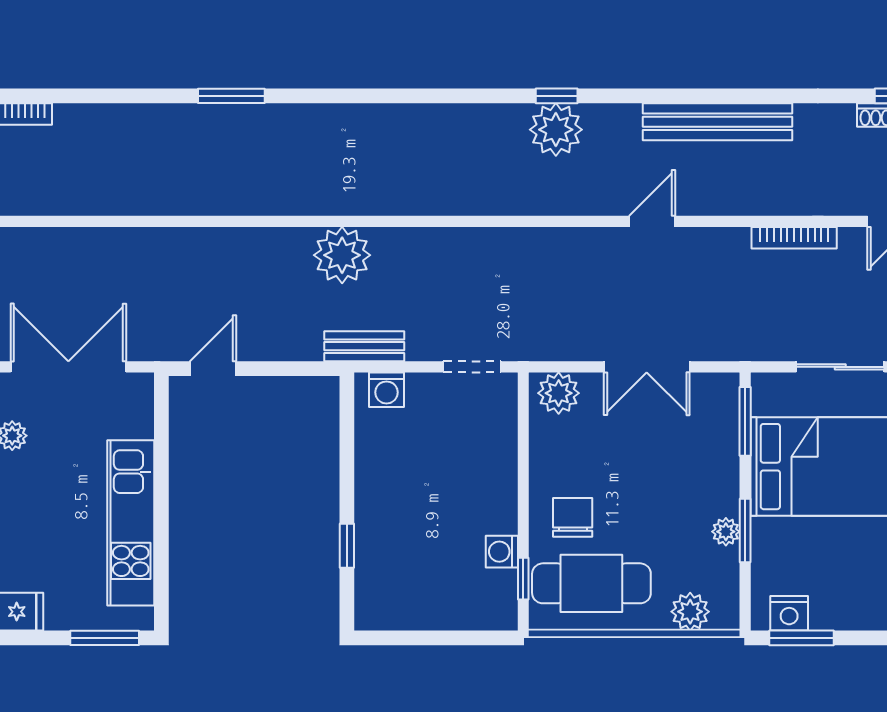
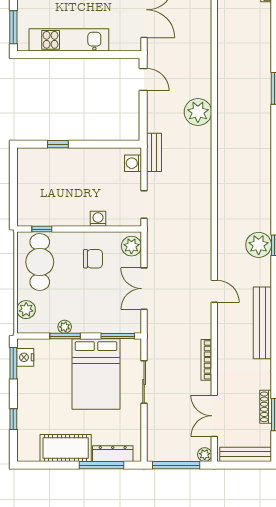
plant: (342, 255) -> (198, 112), moved
chair: (573, 517) -> (93, 259), moved
washing machine: (502, 552) -> (98, 219), moved

